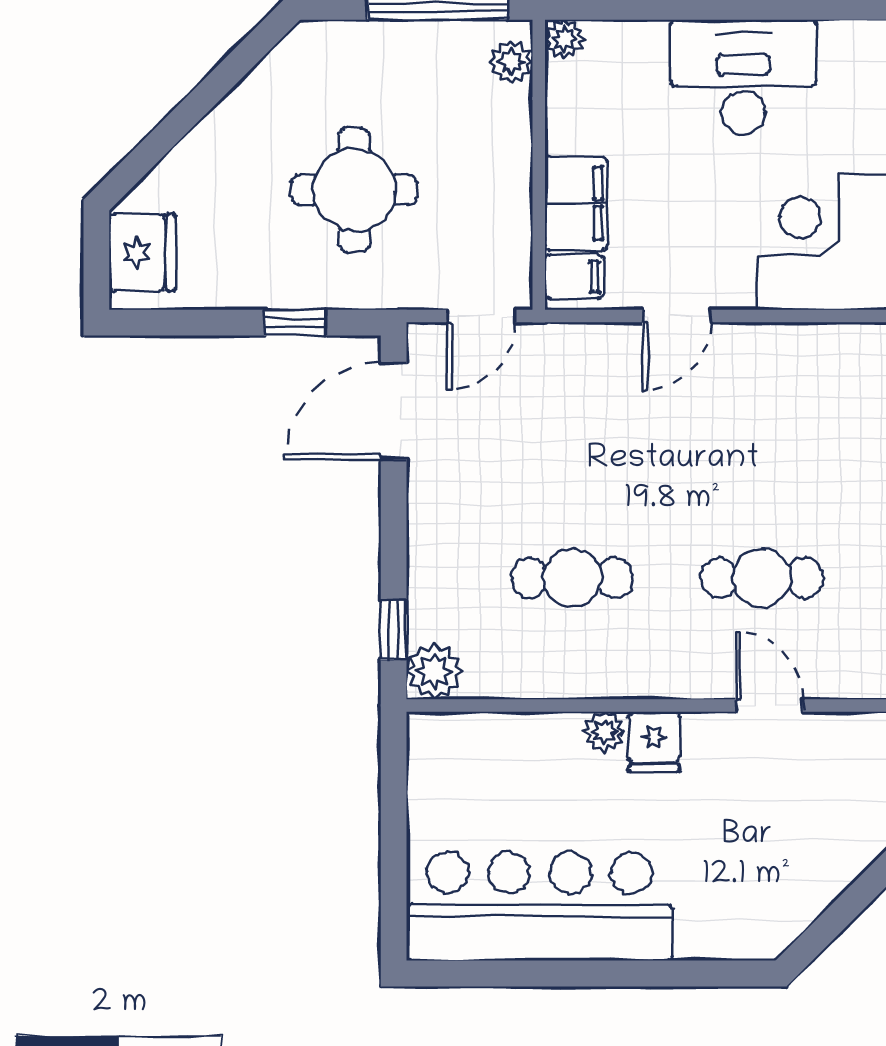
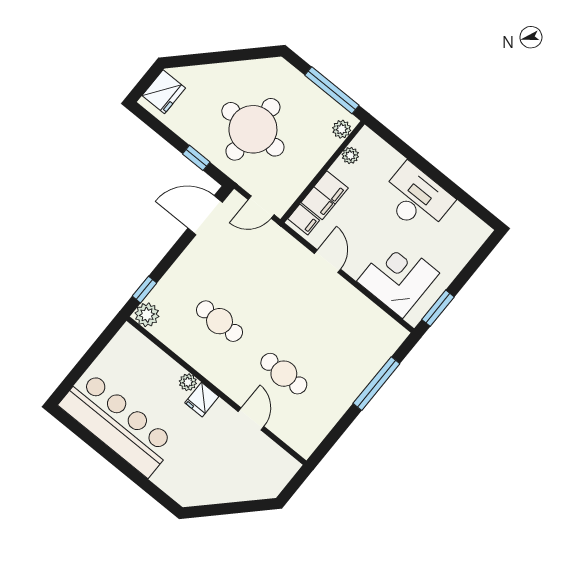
plant: (564, 39) -> (350, 155), moved
round table: (354, 190) -> (253, 129), width x1.36, depth x1.36
door: (677, 316) -> (328, 261), swing flipped

